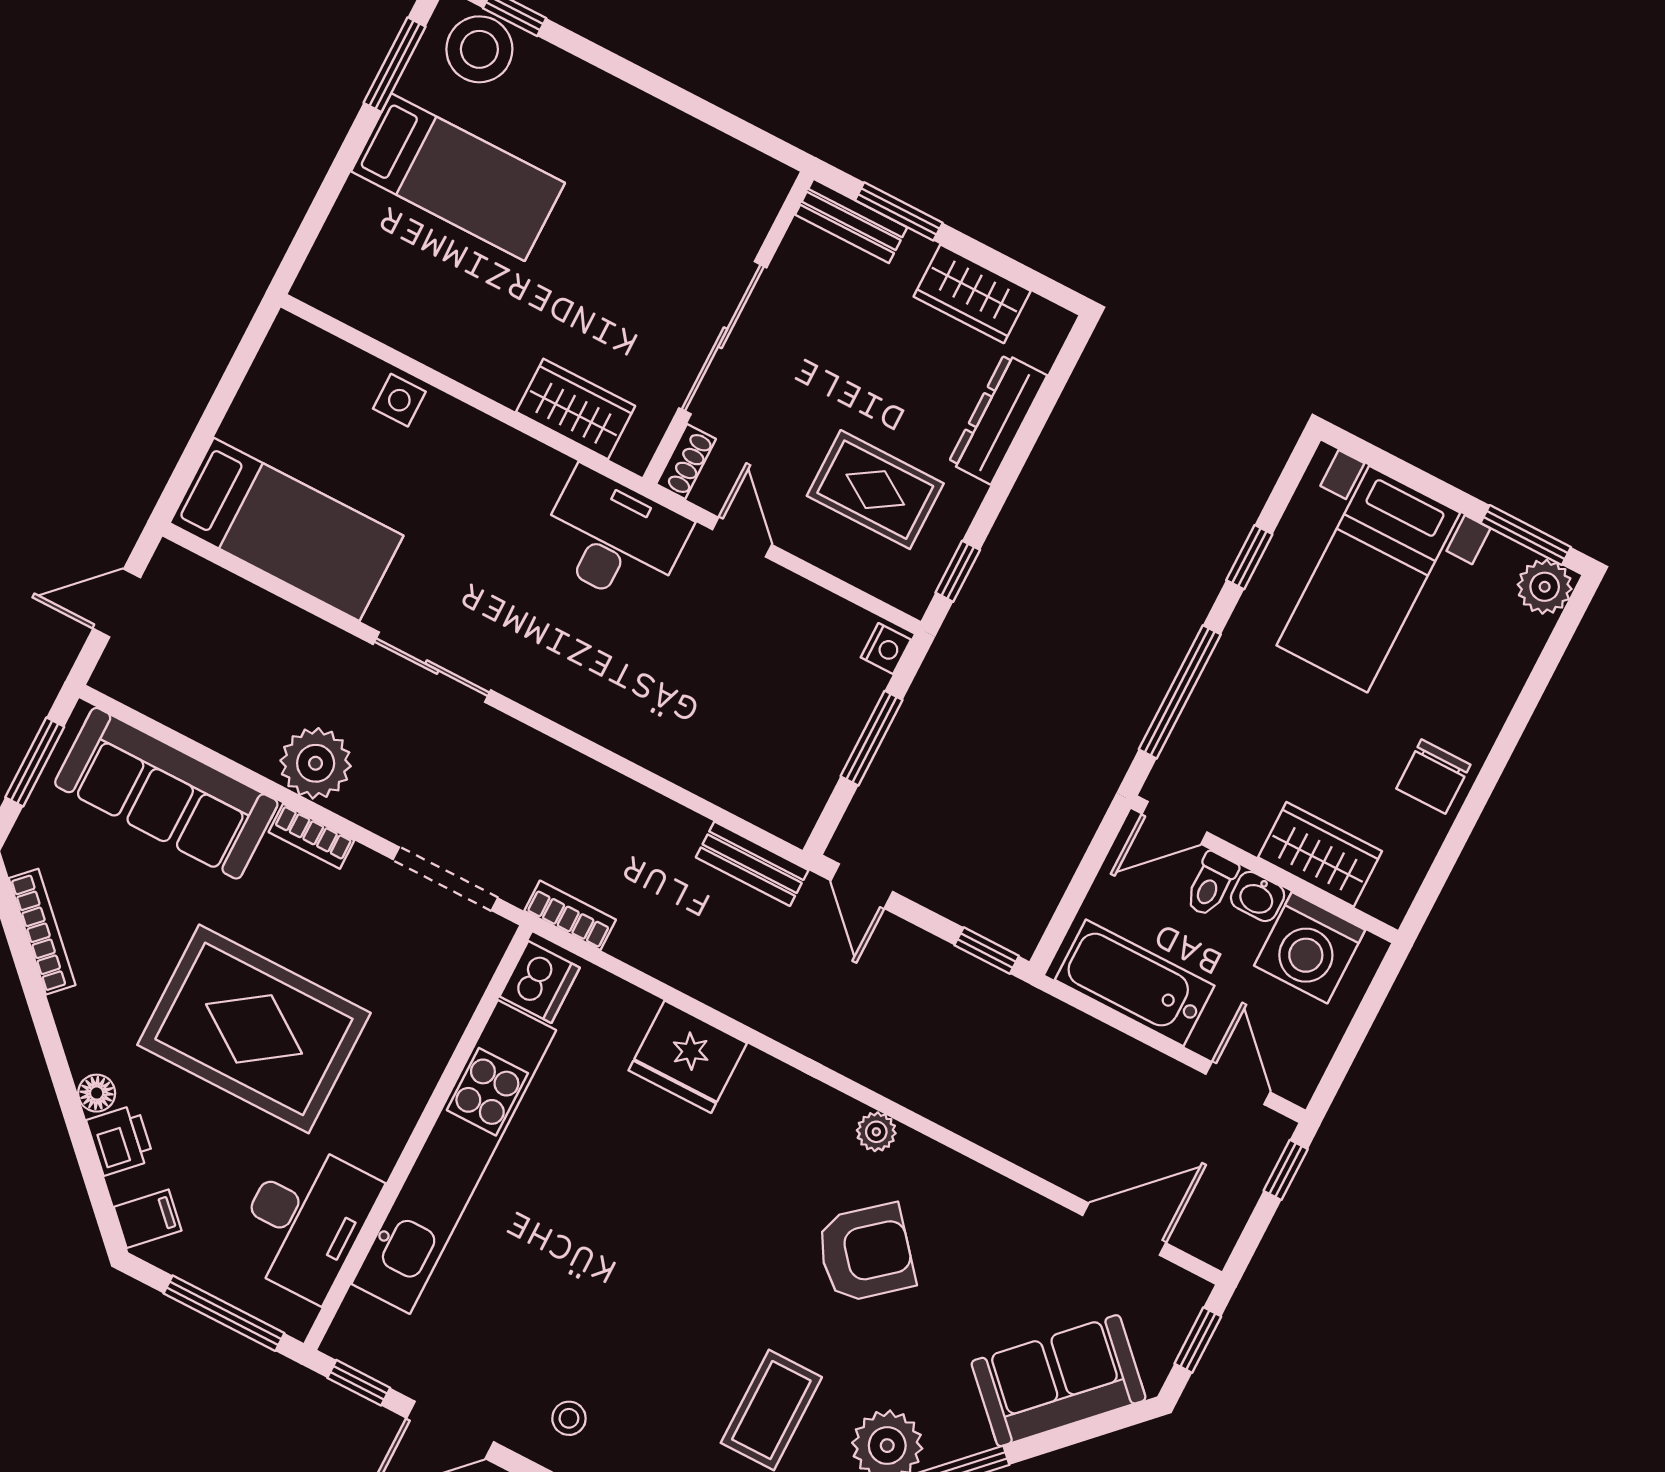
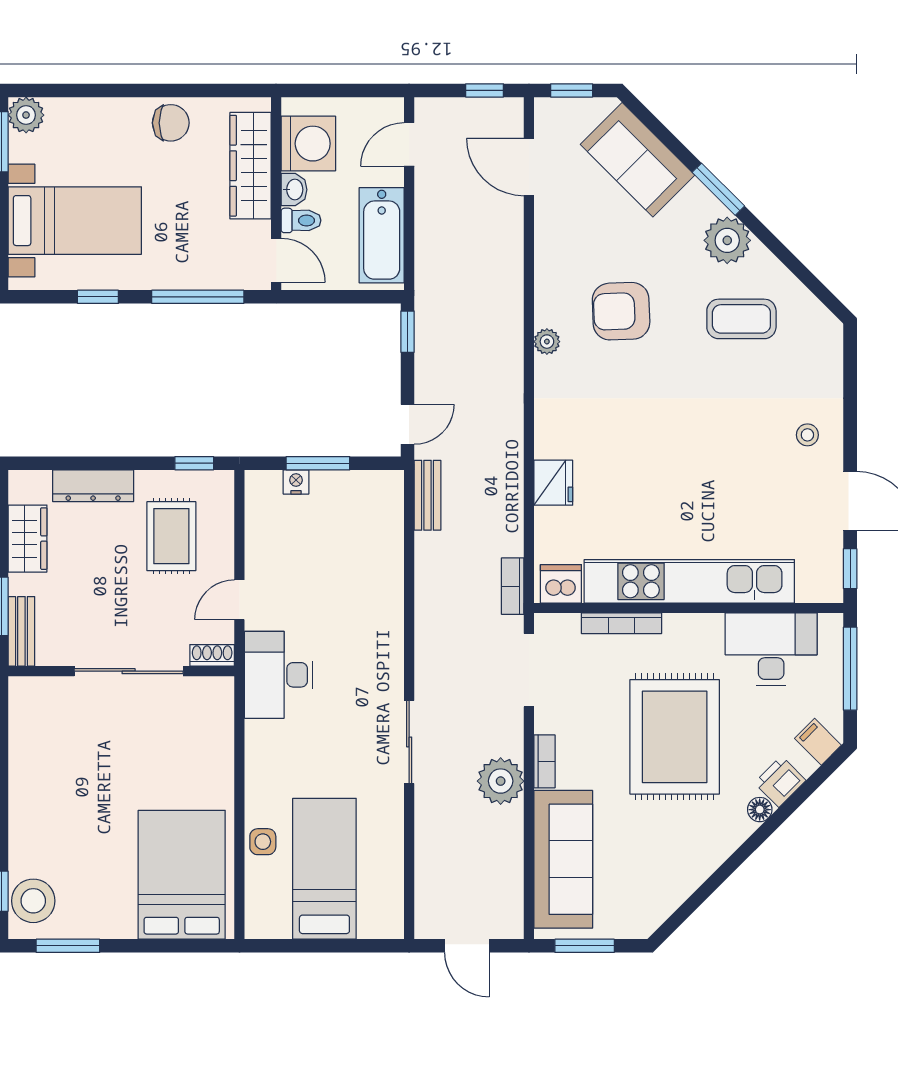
bed: (458, 177) -> (182, 875), moved, width x1.50
wardrobe: (576, 409) -> (215, 736), removed
bed: (287, 529) -> (324, 869), moved
nightstand: (886, 649) -> (296, 482), moved
wardrobe: (1320, 854) -> (250, 166), width x1.50
bookcase: (42, 932) -> (621, 623), moved, turned -135
fridge: (688, 1057) -> (553, 483), width x0.73, depth x0.75
window: (1286, 1170) -> (485, 90), moved
armchair: (866, 1253) -> (621, 311), turned -52

